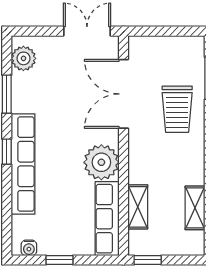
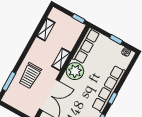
trolley: (177, 109) -> (30, 76), turned 180
shelving: (138, 207) -> (61, 59), moved

